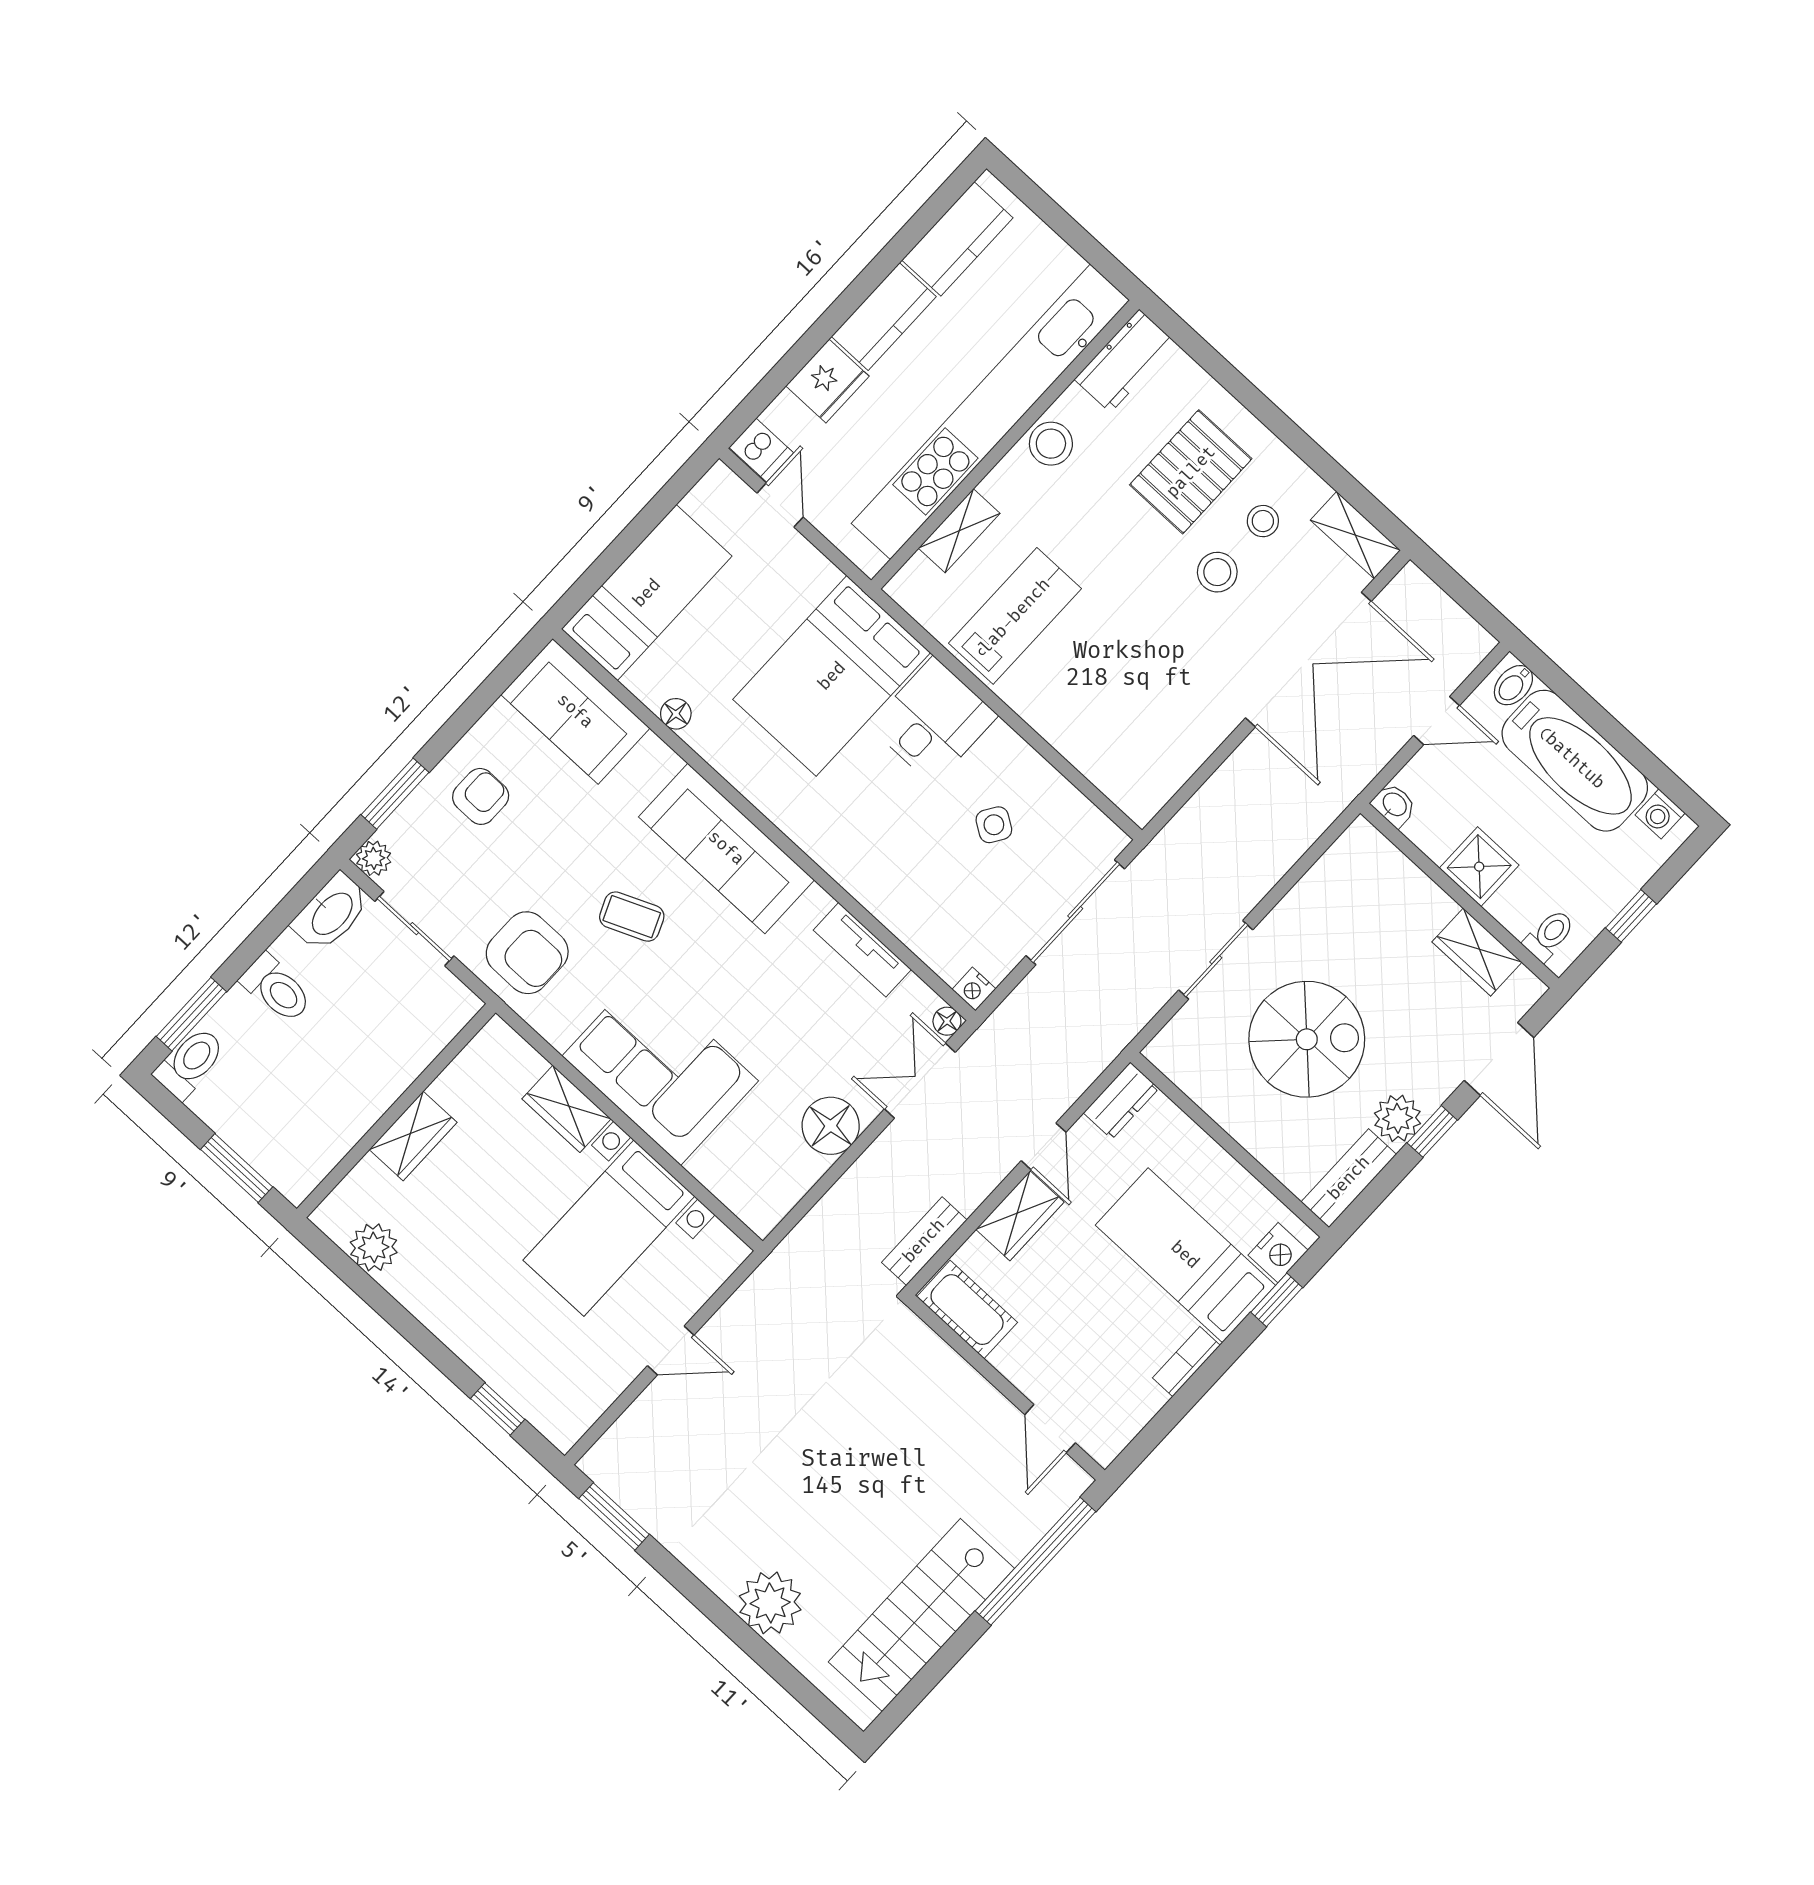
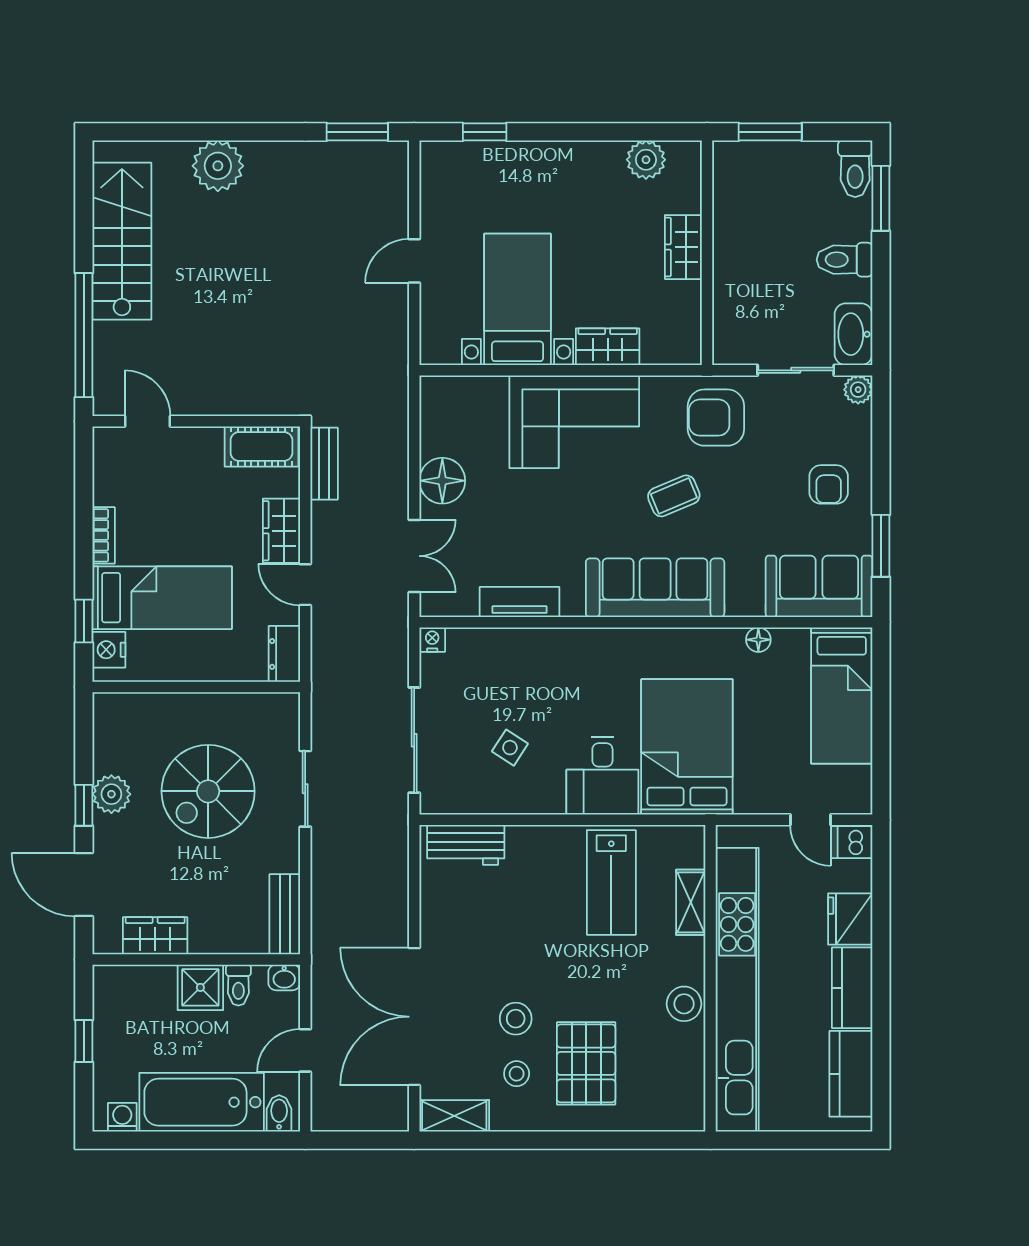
workbench: (1125, 361) -> (466, 845), moved, turned -90
window: (395, 794) -> (881, 546), moved
toilet: (1549, 935) -> (238, 985), moved
floor lamp: (947, 1021) -> (431, 606), removed
bench: (1349, 1178) -> (285, 914), moved

